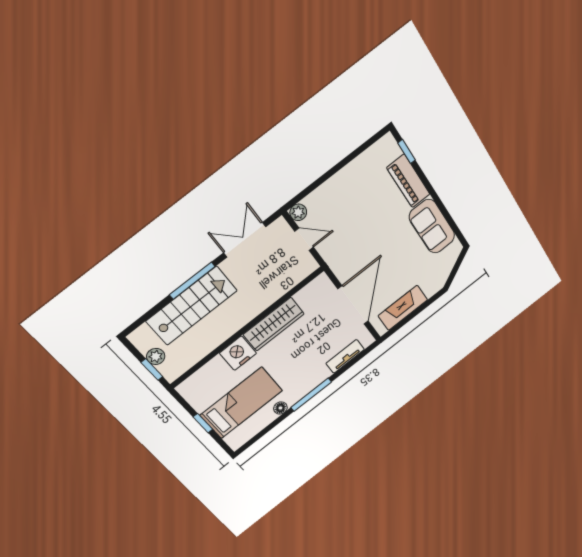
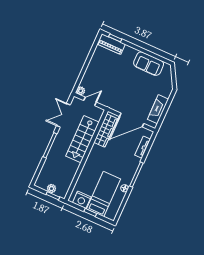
piano: (408, 181) -> (111, 44), moved
door: (353, 305) -> (132, 120), swing flipped
stairs: (192, 306) -> (82, 139), moved, turned 180
wardrobe: (274, 324) -> (106, 131), moved
nightstand: (238, 353) -> (82, 200), moved, turned -90

